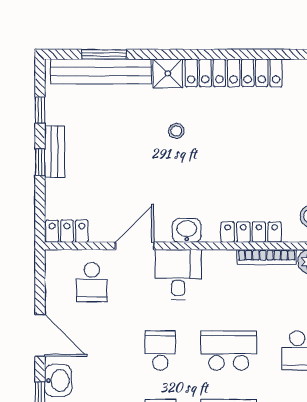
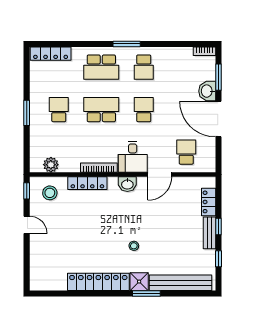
window: (104, 54) -> (146, 293), moved
locker: (67, 231) -> (209, 202), moved, turned 90
bookcase: (266, 257) -> (99, 168), moved
door: (40, 335) -> (218, 119), width x1.36
school desk: (160, 351) -> (144, 110), turned 180
school desk: (229, 351) -> (101, 110), turned 180

